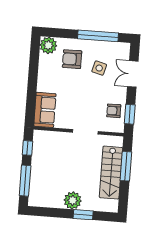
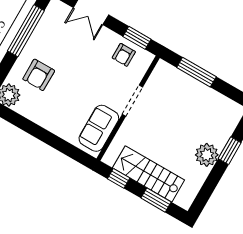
side table: (99, 68) -> (65, 48), removed
sofa: (45, 110) -> (99, 128), moved, turned -90
stairs: (111, 173) -> (149, 174), moved, turned 180
window: (25, 181) -> (156, 200), width x0.69

